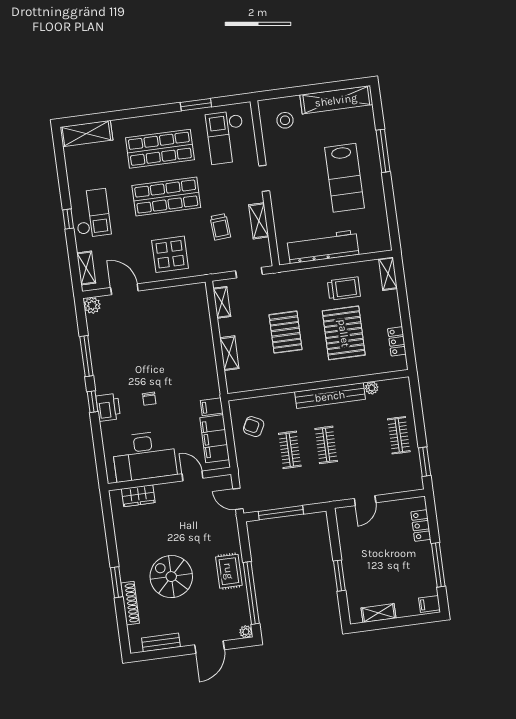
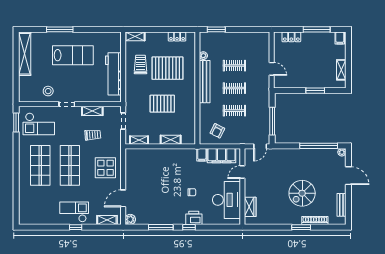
window: (196, 105) -> (16, 123), moved
stool: (285, 120) -> (48, 91), moved
shelving: (86, 134) -> (25, 209), removed
clothes rail: (399, 435) -> (234, 66), moved
window: (425, 462) -> (216, 29), moved
rug: (229, 571) -> (303, 158), removed

